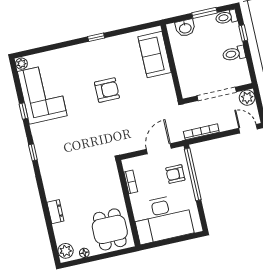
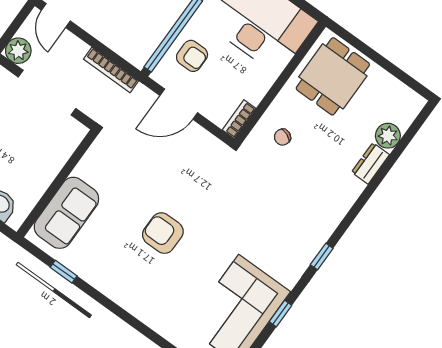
window: (96, 37) -> (64, 272), moved
chair: (102, 182) -> (282, 137), added
bookcase: (131, 182) -> (239, 119), moved
plant: (66, 251) -> (388, 136), moved
floor lamp: (84, 253) -> (390, 82), removed

